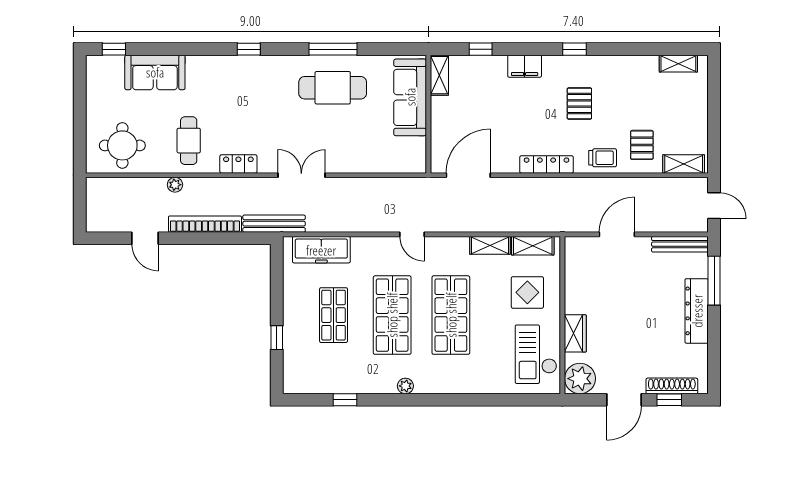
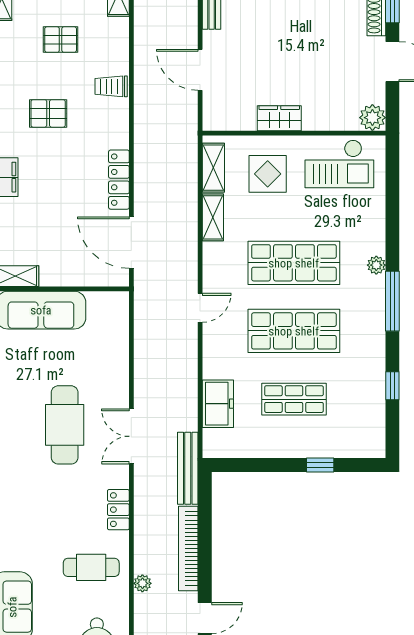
cafe table: (333, 88) -> (65, 425), moved
pallet: (642, 145) -> (61, 40), moved
trolley: (603, 158) -> (111, 86), turned -90
locker: (546, 164) -> (119, 180), moved
freezer: (321, 250) -> (218, 404), width x0.71
wardrobe: (575, 333) -> (279, 118), moved
plant: (580, 379) -> (372, 118), width x0.73, depth x0.73
plant: (405, 386) -> (376, 265), moved
window: (418, 400) -> (392, 301), added

